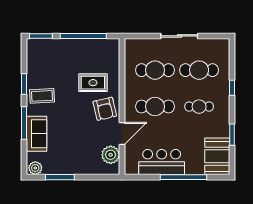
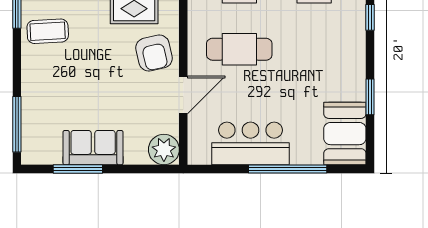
cafe table: (199, 107) -> (314, 49), removed
window: (24, 123) -> (17, 124), moved
sofa: (36, 134) -> (93, 148), moved, turned -90
plant: (111, 155) -> (164, 150), moved
plant: (35, 168) -> (36, 153), removed

